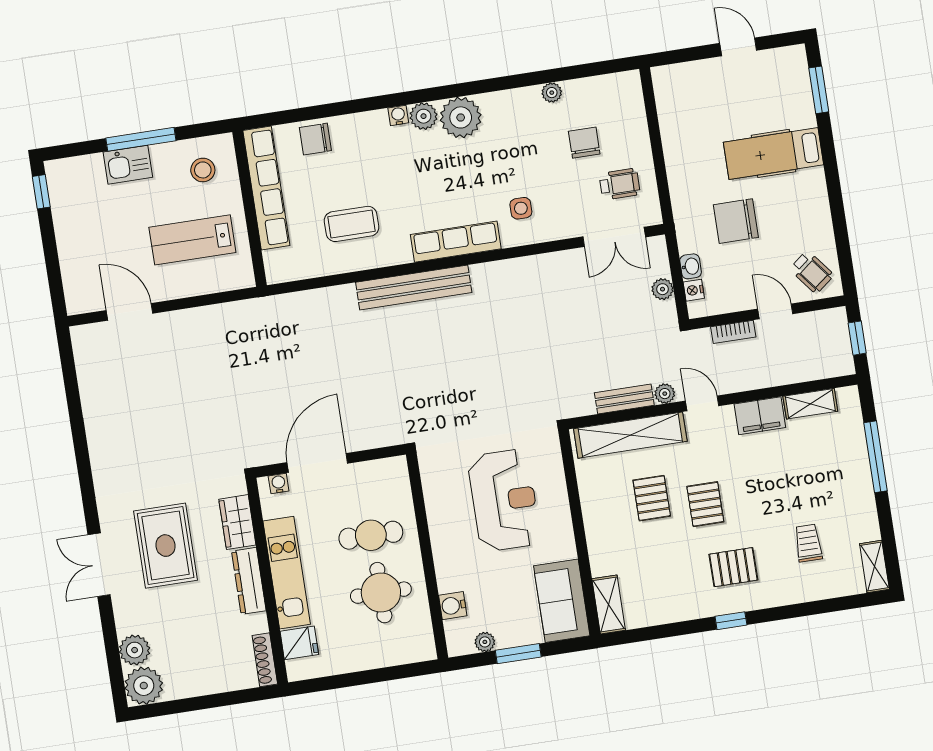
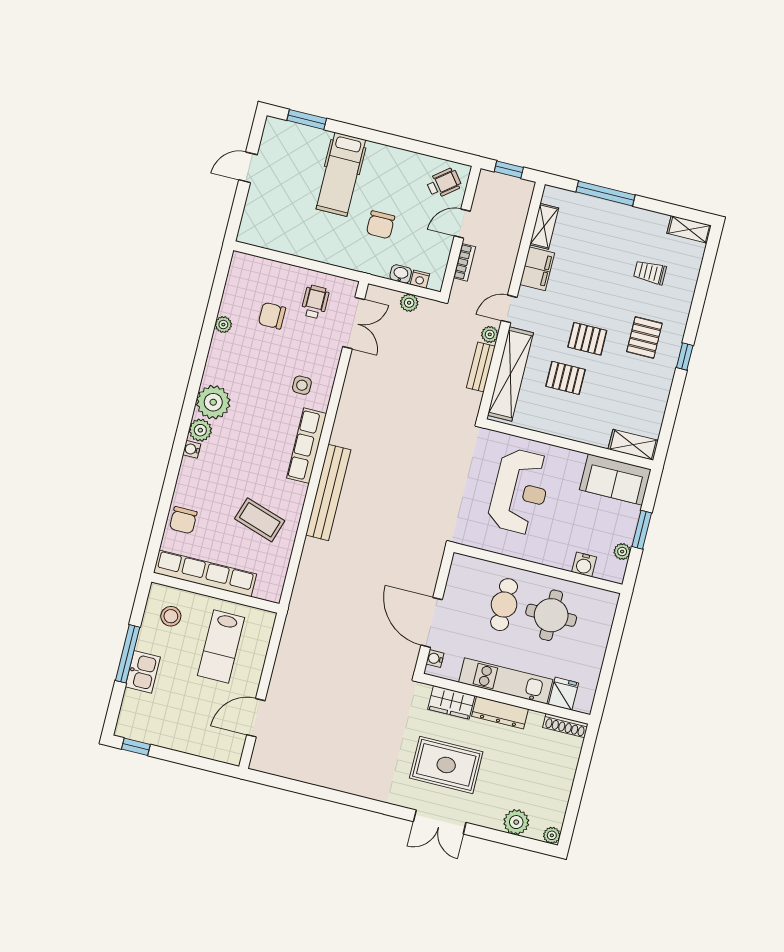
chair: (736, 221) -> (381, 225), width x0.73, depth x0.73
coffee table: (351, 224) -> (260, 520), turned -72
reception desk: (504, 500) -> (520, 491), turned 90
plant: (144, 686) -> (552, 835), width x0.53, depth x0.53

